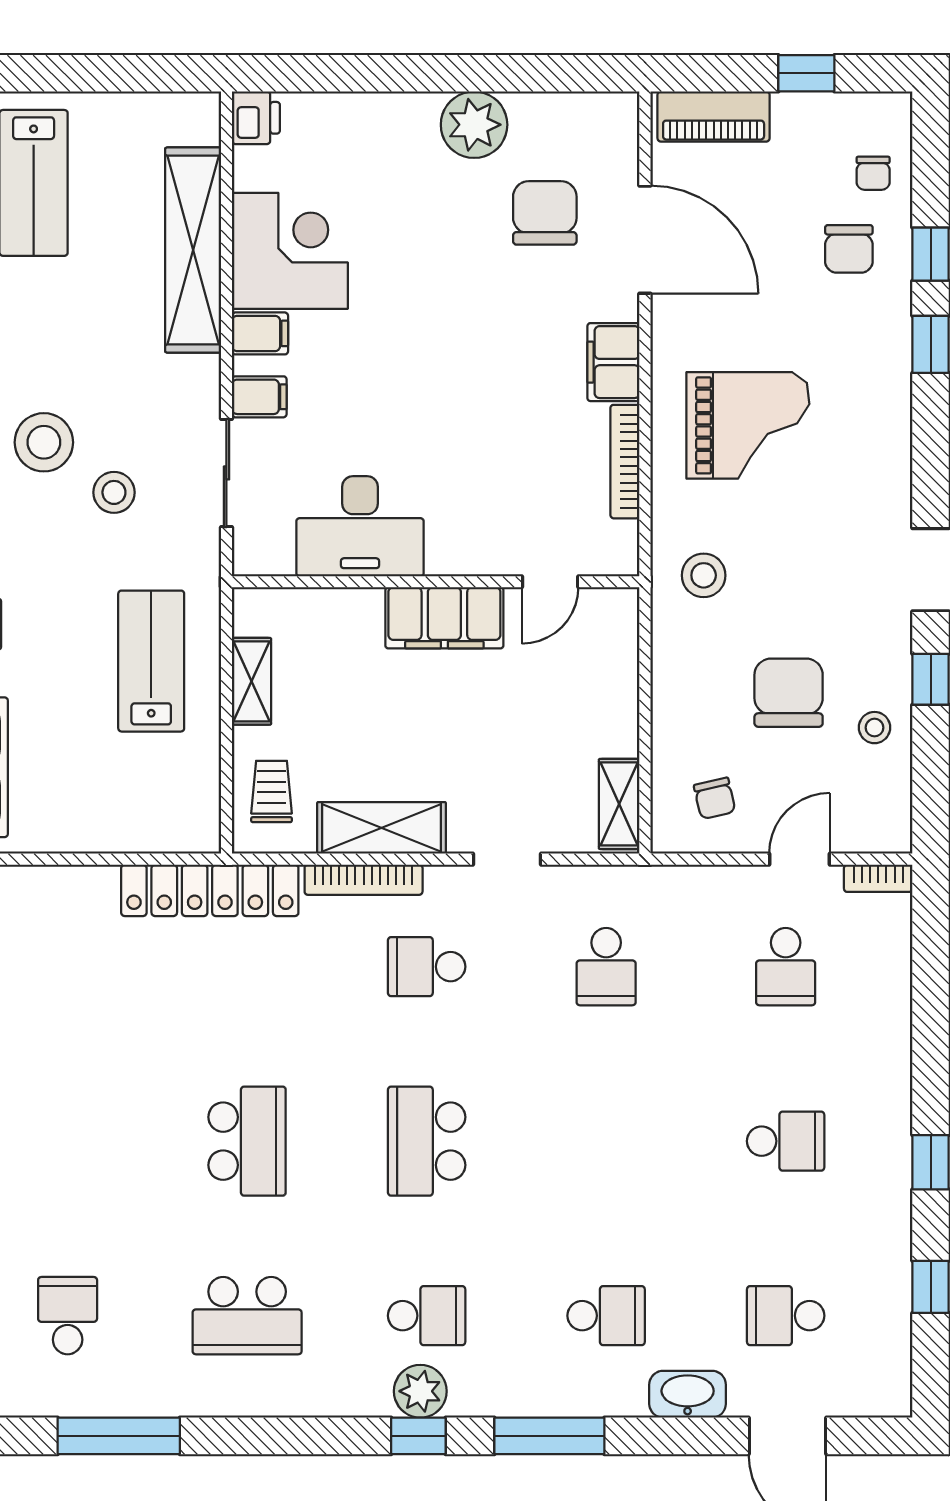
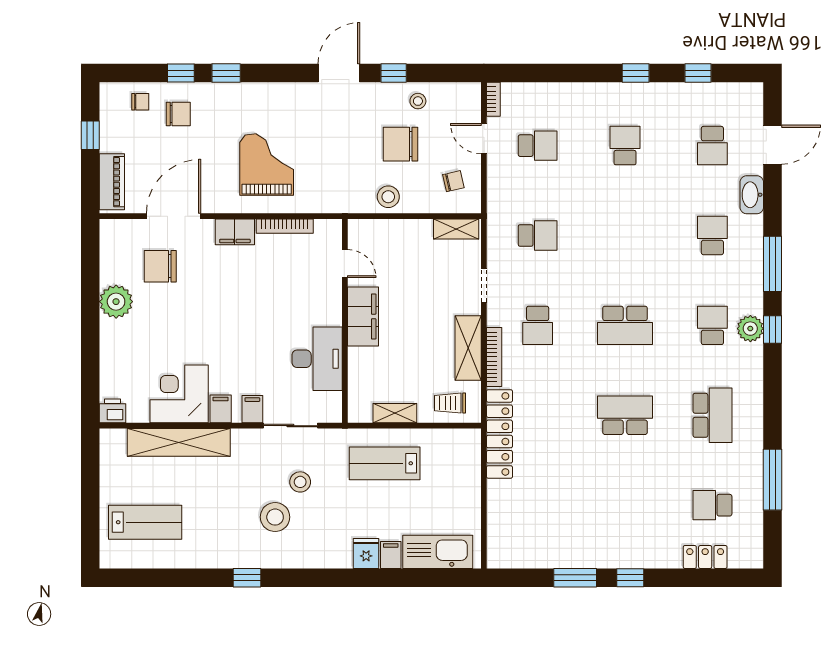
stool: (704, 575) -> (388, 197), moved

